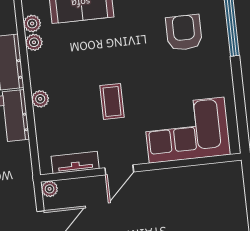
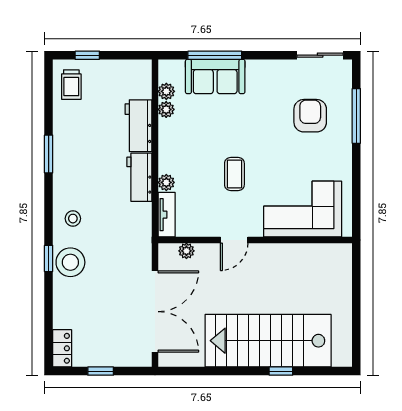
plant: (40, 99) -> (166, 182), moved
tv unit: (75, 163) -> (167, 215), moved, turned 90
plant: (50, 189) -> (186, 251), moved

